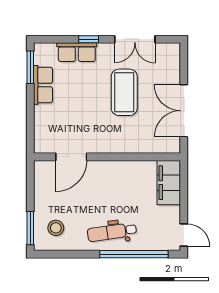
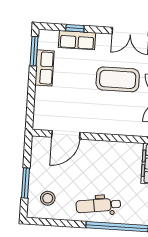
window: (89, 39) -> (75, 28), moved
coffee table: (124, 92) -> (118, 79), turned 90
window: (30, 228) -> (25, 183), moved

